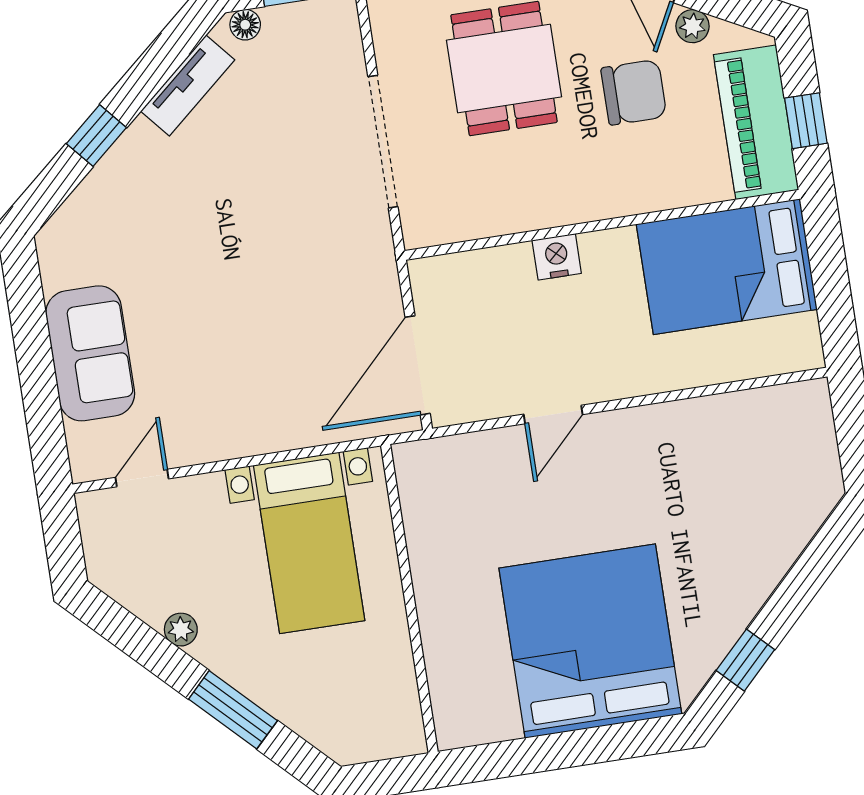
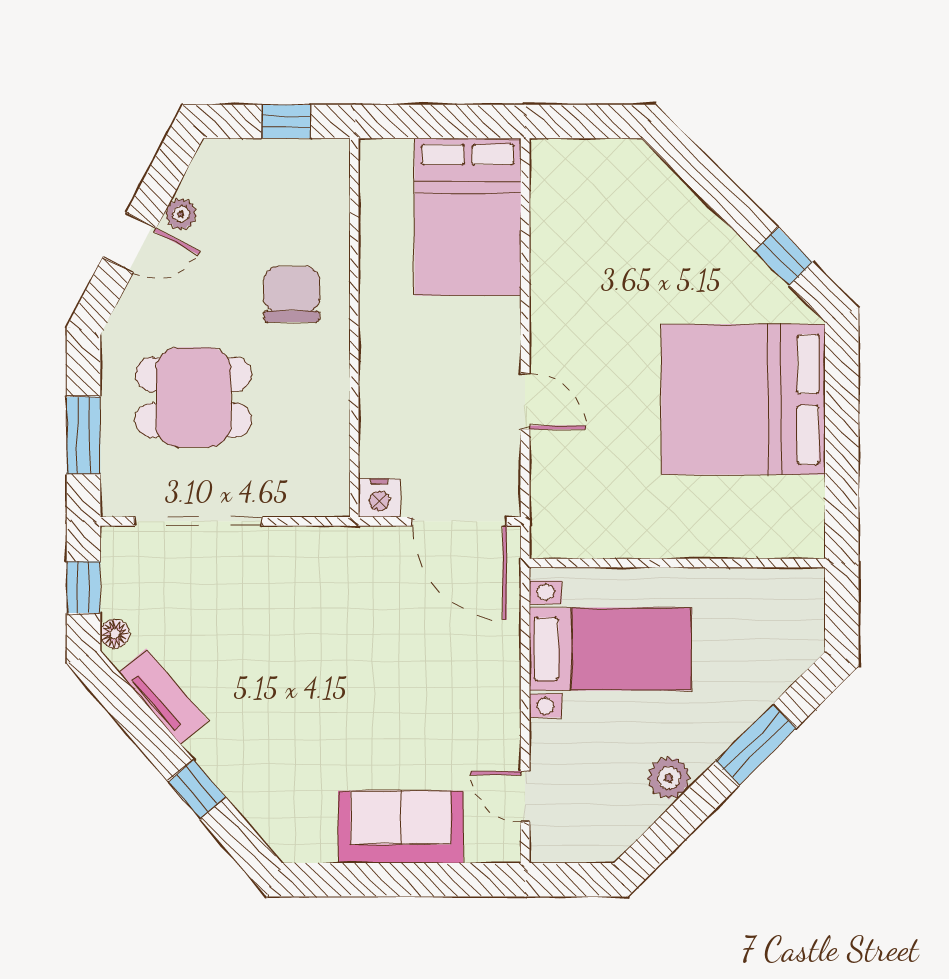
chair: (634, 92) -> (292, 294), moved
piano: (756, 122) -> (280, 168), removed
doorway: (383, 142) -> (198, 521), moved
nightstand: (557, 257) -> (379, 498), moved, turned -90
bed: (727, 267) -> (468, 217), moved
plant: (181, 630) -> (669, 778), width x1.38, depth x1.38

